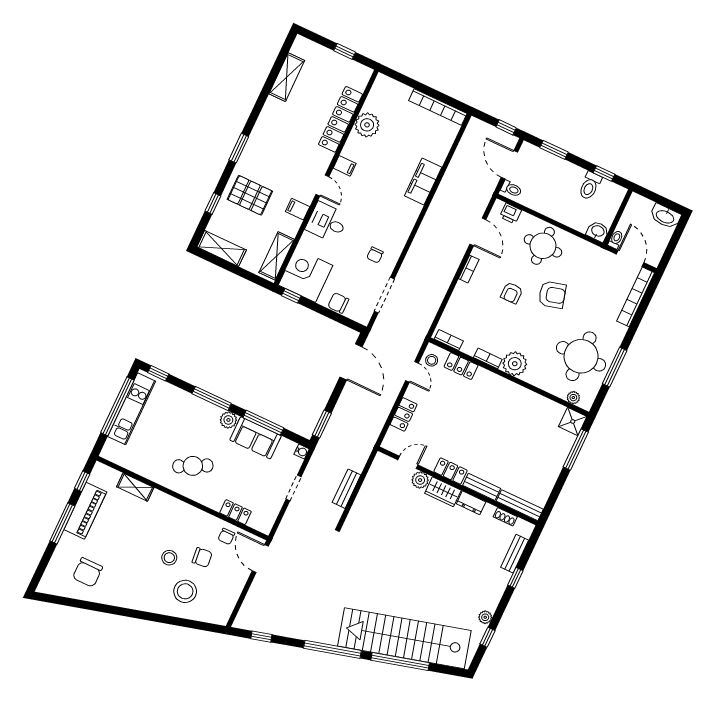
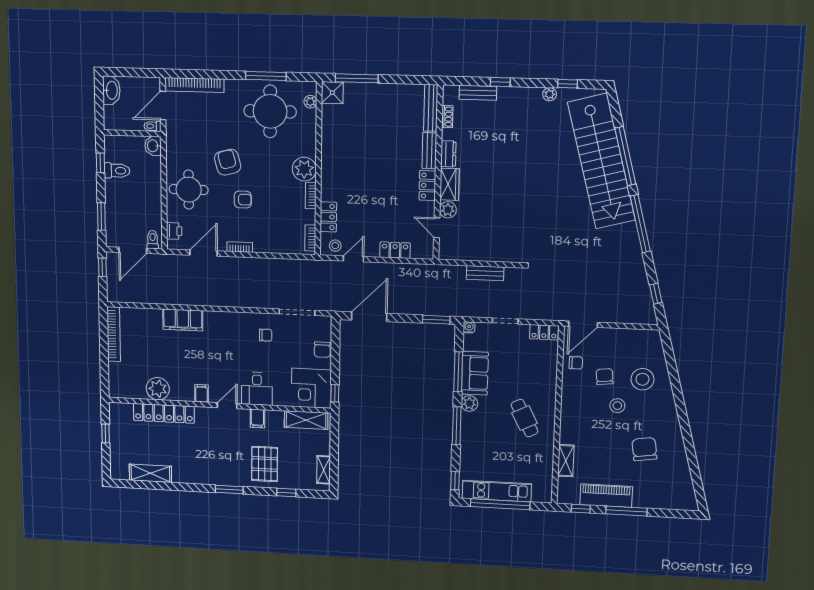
shelving: (222, 248) -> (324, 470), width x0.67, depth x0.75
locker: (235, 512) -> (544, 332), moved, turned -90
chair: (88, 572) -> (644, 449), moved, turned -98

